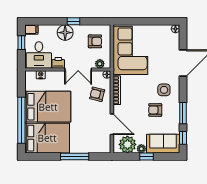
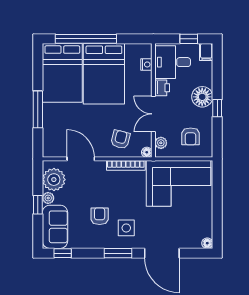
window: (183, 113) -> (118, 253), moved
door: (112, 124) -> (81, 159), swing flipped

